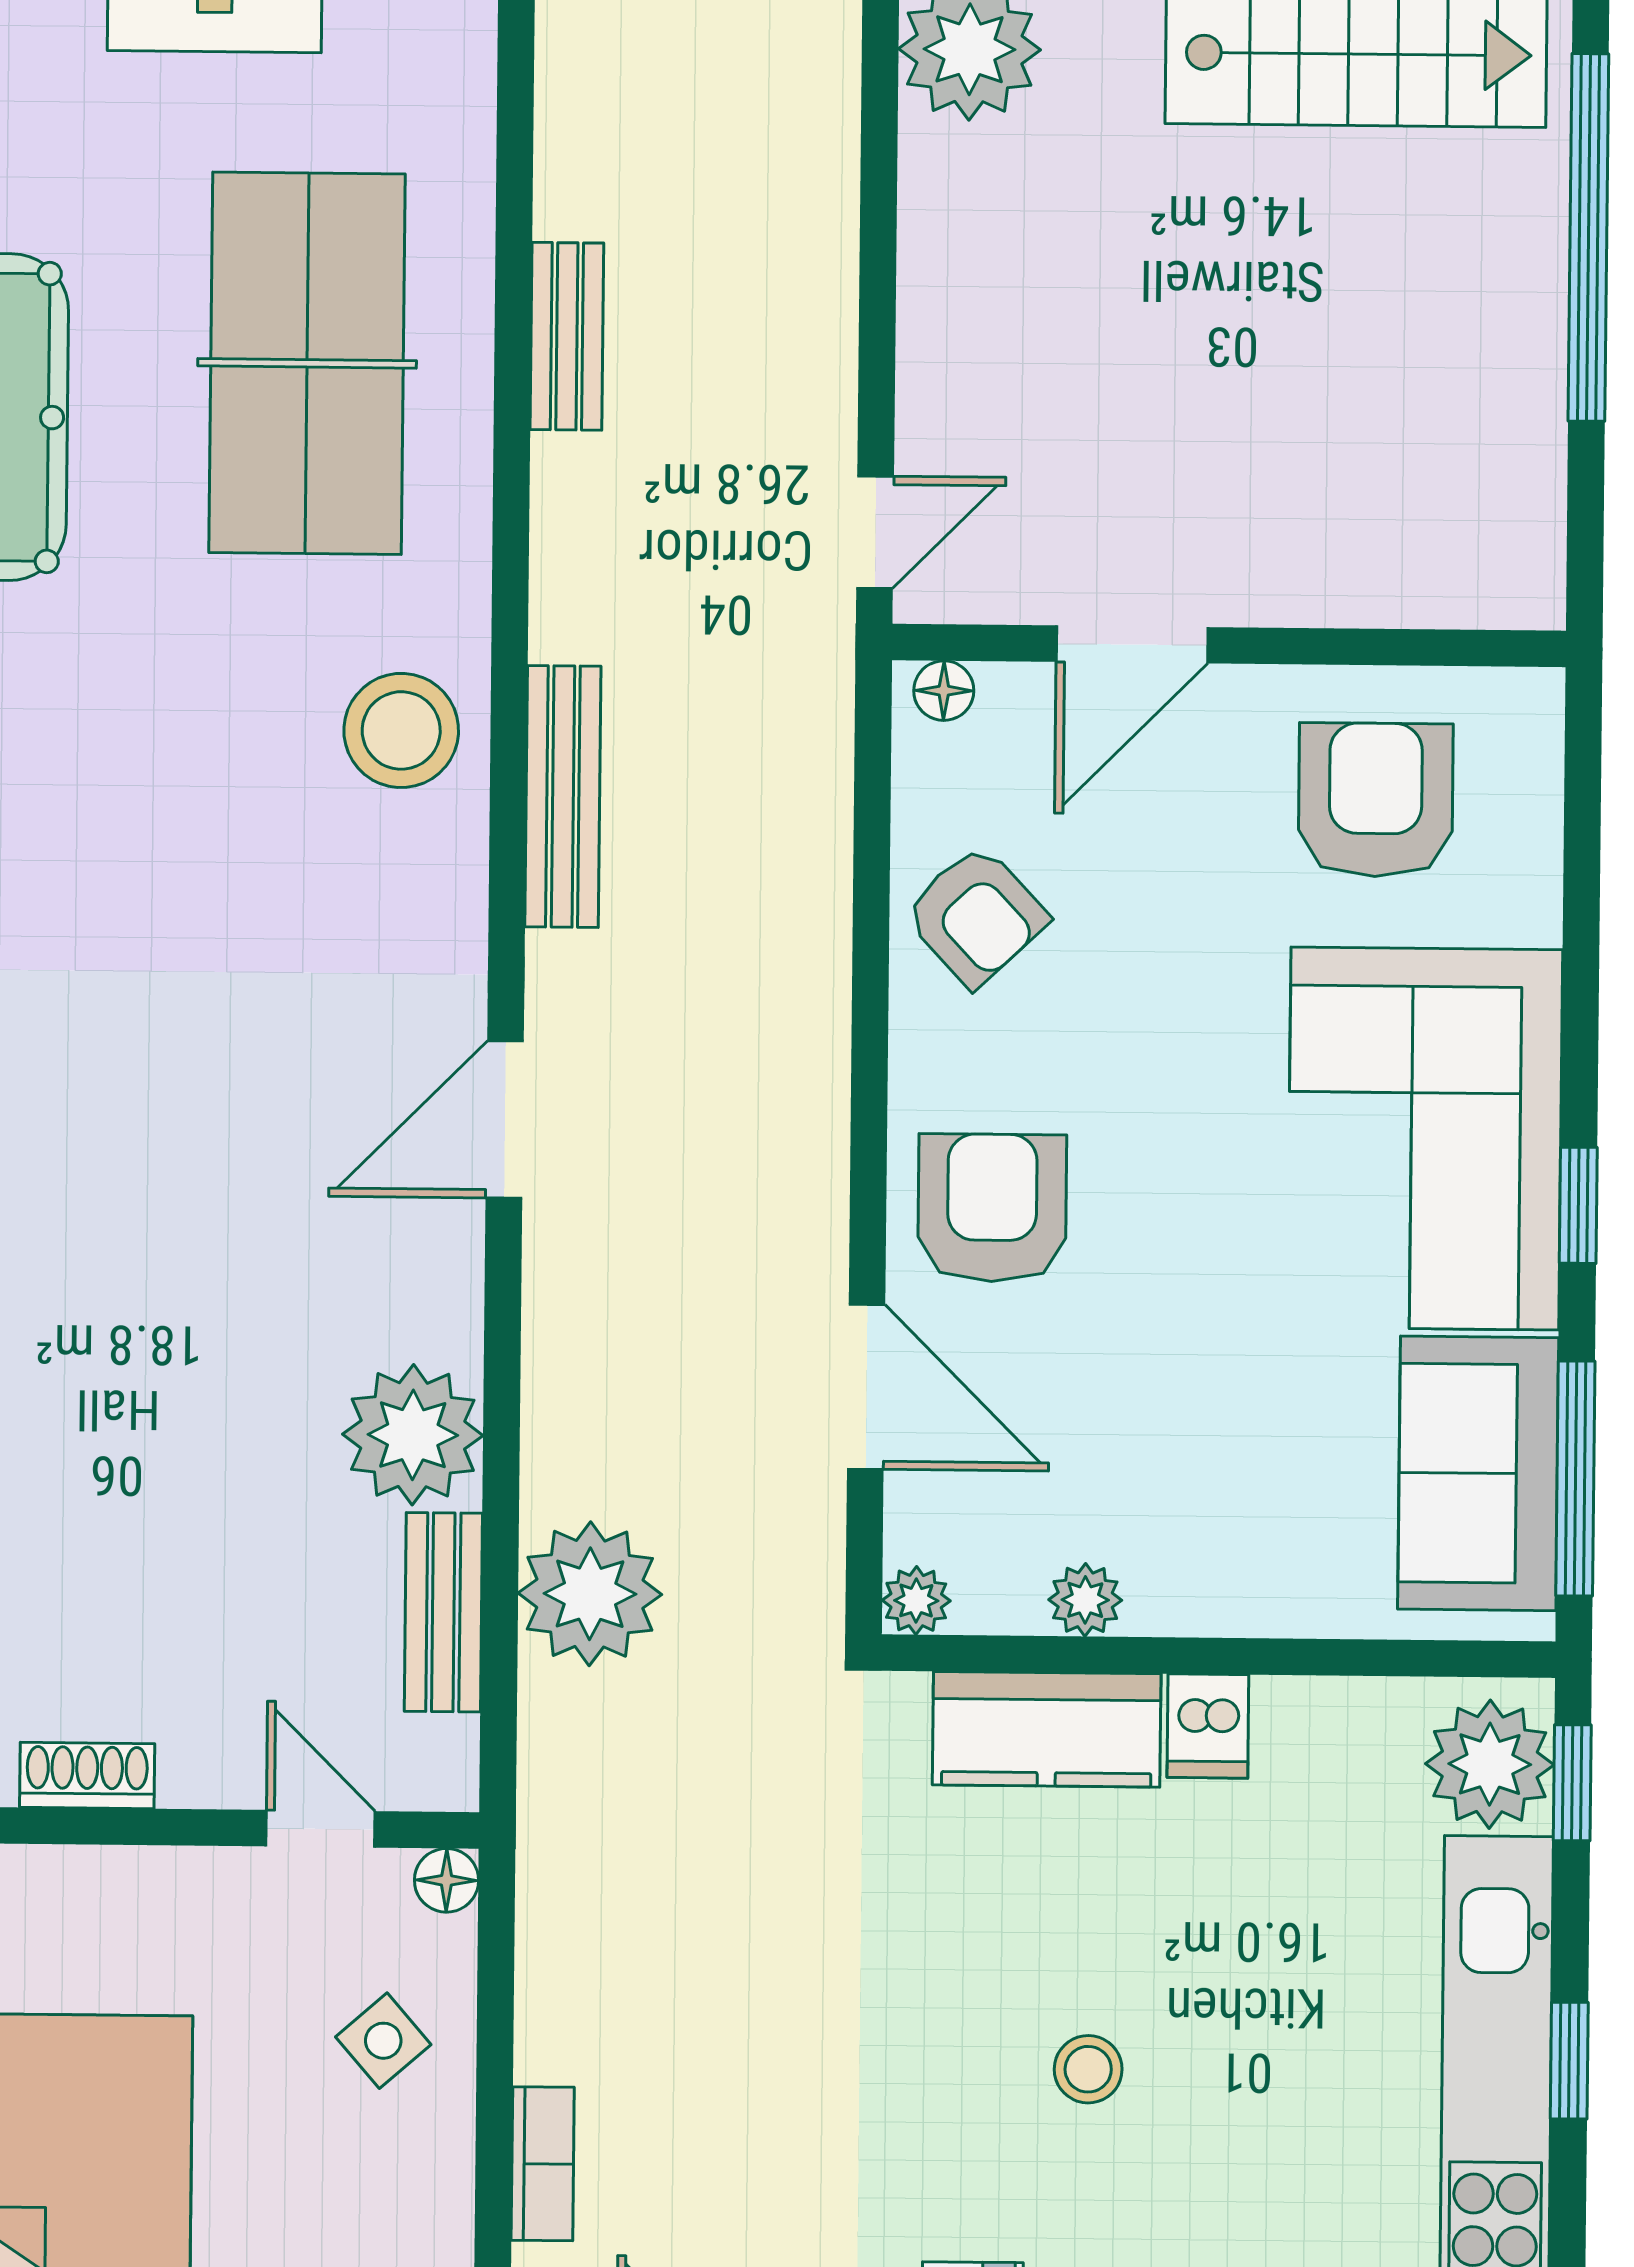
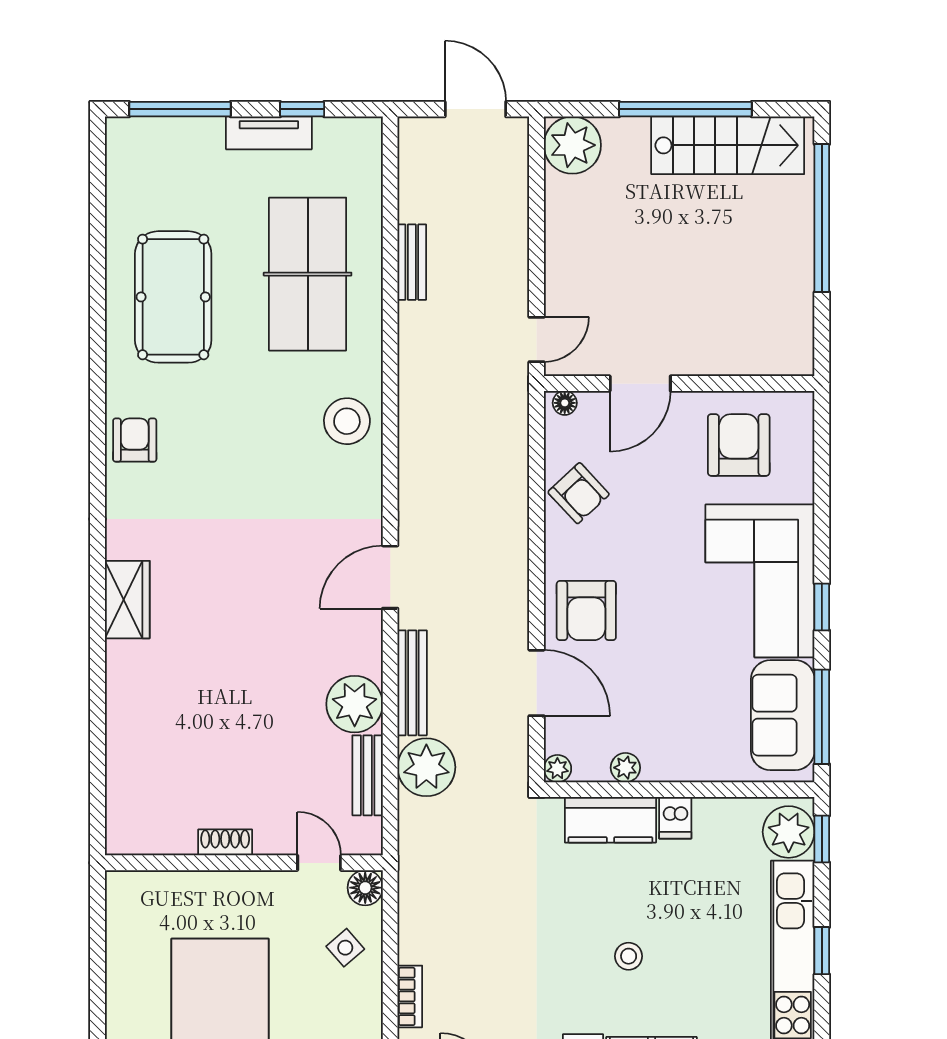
bench: (563, 796) -> (412, 683), moved
armchair: (992, 1208) -> (586, 611), turned 180
floor lamp: (447, 1880) -> (365, 888), width x1.37, depth x1.37

